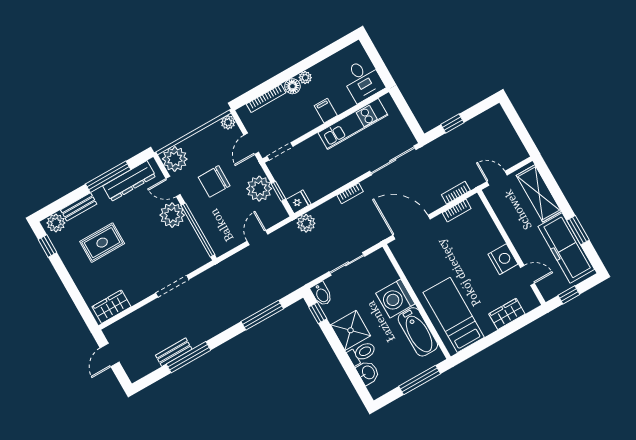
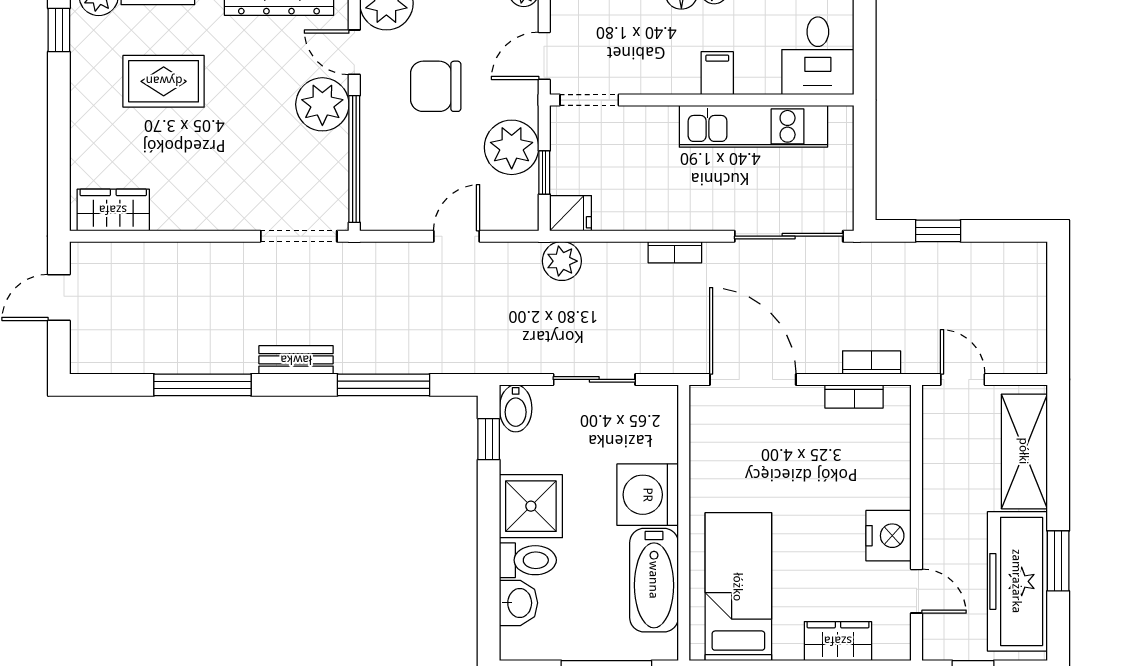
doorway: (172, 286) -> (299, 236), moved
bench: (174, 352) -> (296, 360), moved

